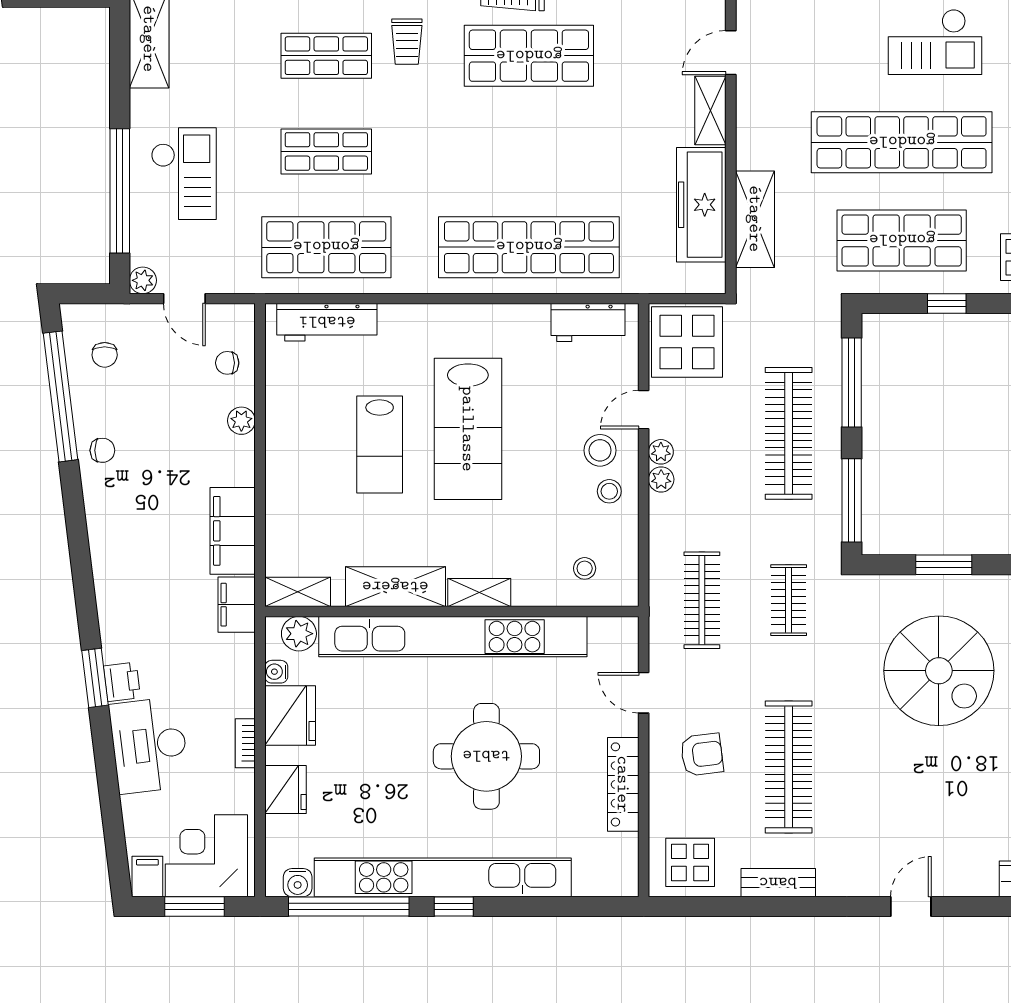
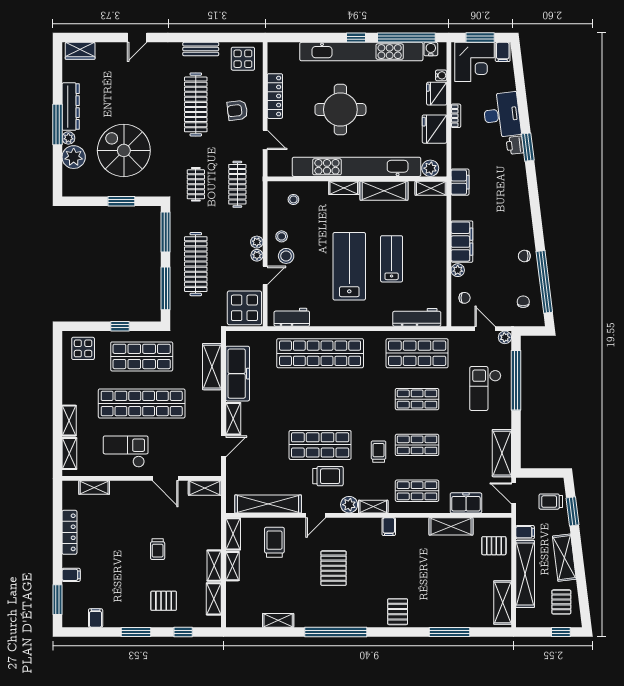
filing cabinet: (233, 531) -> (462, 242), moved
water cooler: (276, 672) -> (441, 75), moved

